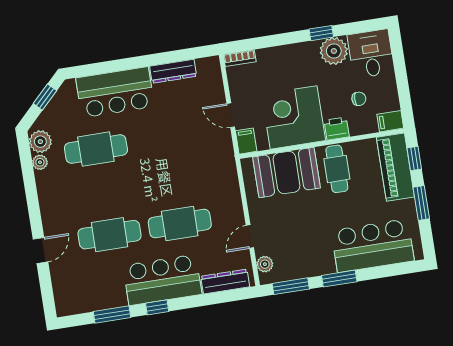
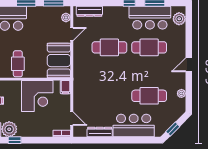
door: (231, 115) -> (72, 119), moved
printer: (337, 129) -> (14, 86), removed
plant: (40, 142) -> (179, 19), moved
booth: (286, 172) -> (59, 61), moved, turned 90
door: (40, 250) -> (189, 65), moved
bar counter: (162, 280) -> (150, 18), moved

